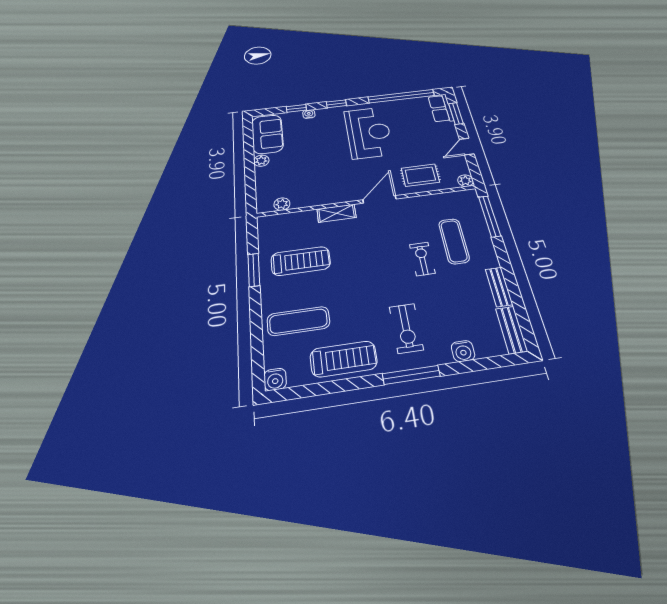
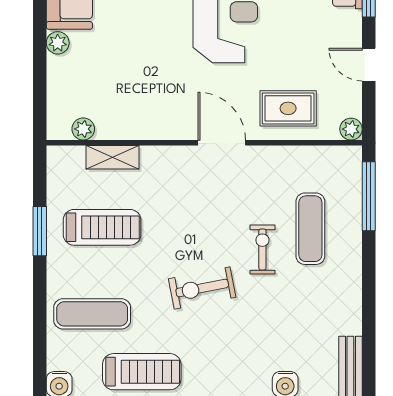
door: (467, 146) -> (369, 65), hinge flipped
door: (379, 199) -> (222, 143), hinge flipped
shelving: (337, 213) -> (113, 157), moved
bench: (499, 287) -> (351, 306), removed
exercise bike: (406, 328) -> (202, 288), moved, turned 79

